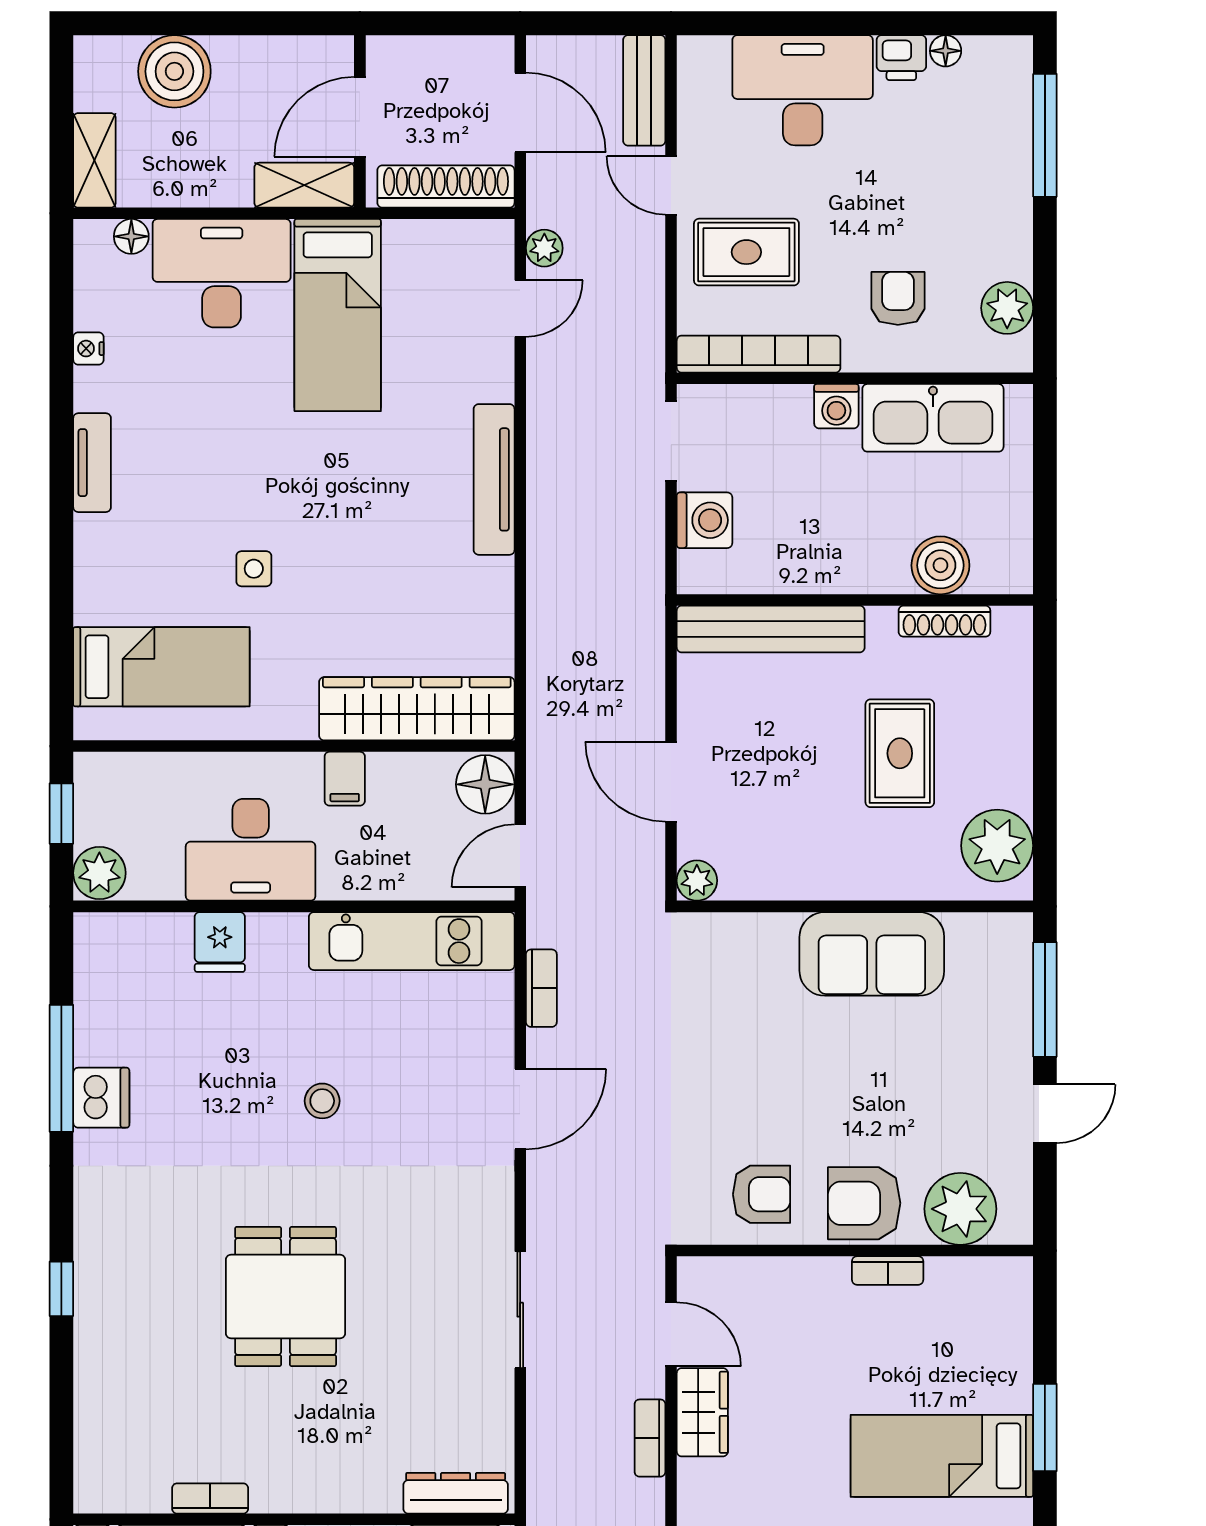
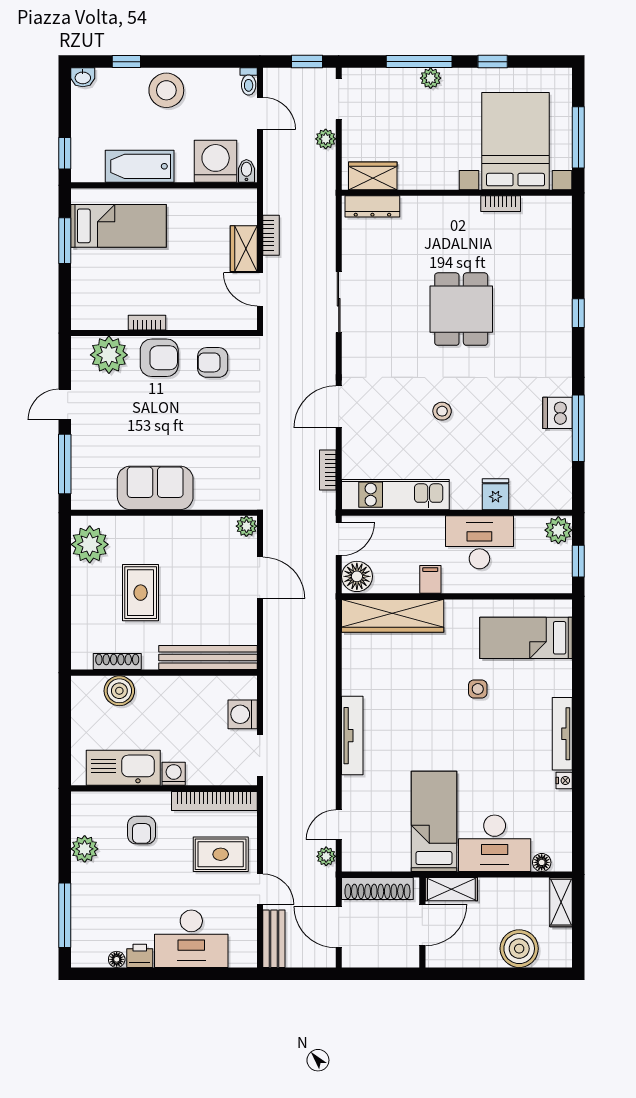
plant: (1007, 308) -> (85, 849), moved
nightstand: (88, 349) -> (564, 781), moved
tv unit: (92, 463) -> (562, 734), width x1.41

